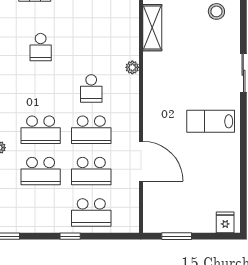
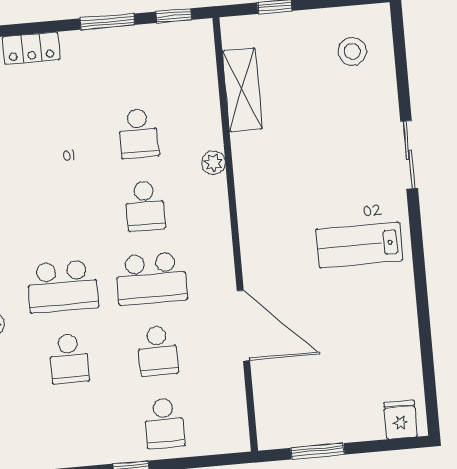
school desk: (41, 47) -> (138, 134), moved
school desk: (41, 171) -> (69, 359), width x0.54
school desk: (91, 171) -> (158, 351), width x0.54
school desk: (91, 212) -> (164, 423), width x0.54

